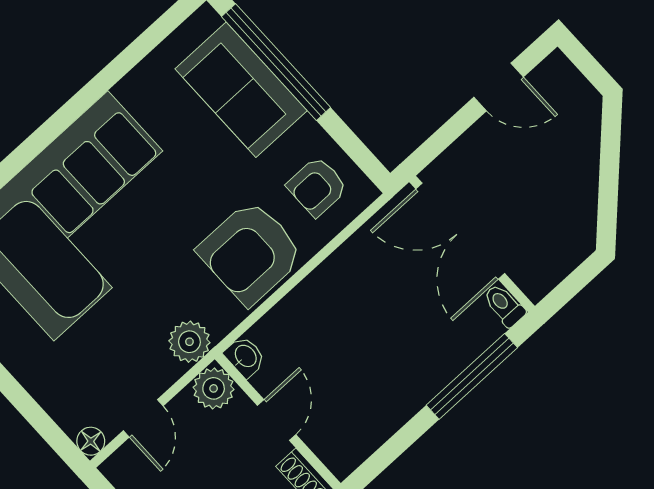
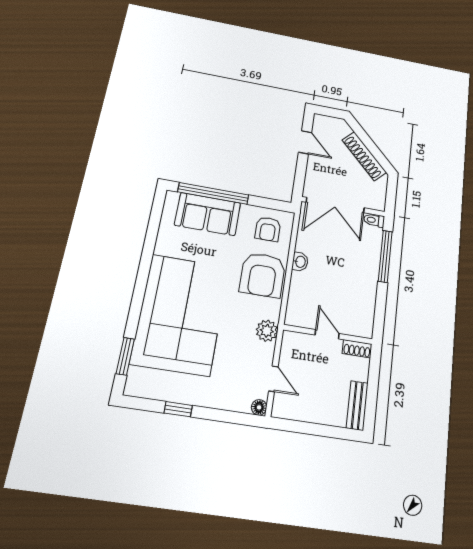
door: (499, 87) -> (305, 142), hinge flipped
shoe rack: (581, 186) -> (364, 156), added
washbasin: (245, 357) -> (300, 262), moved, turned 90
plant: (214, 388) -> (292, 342), removed

